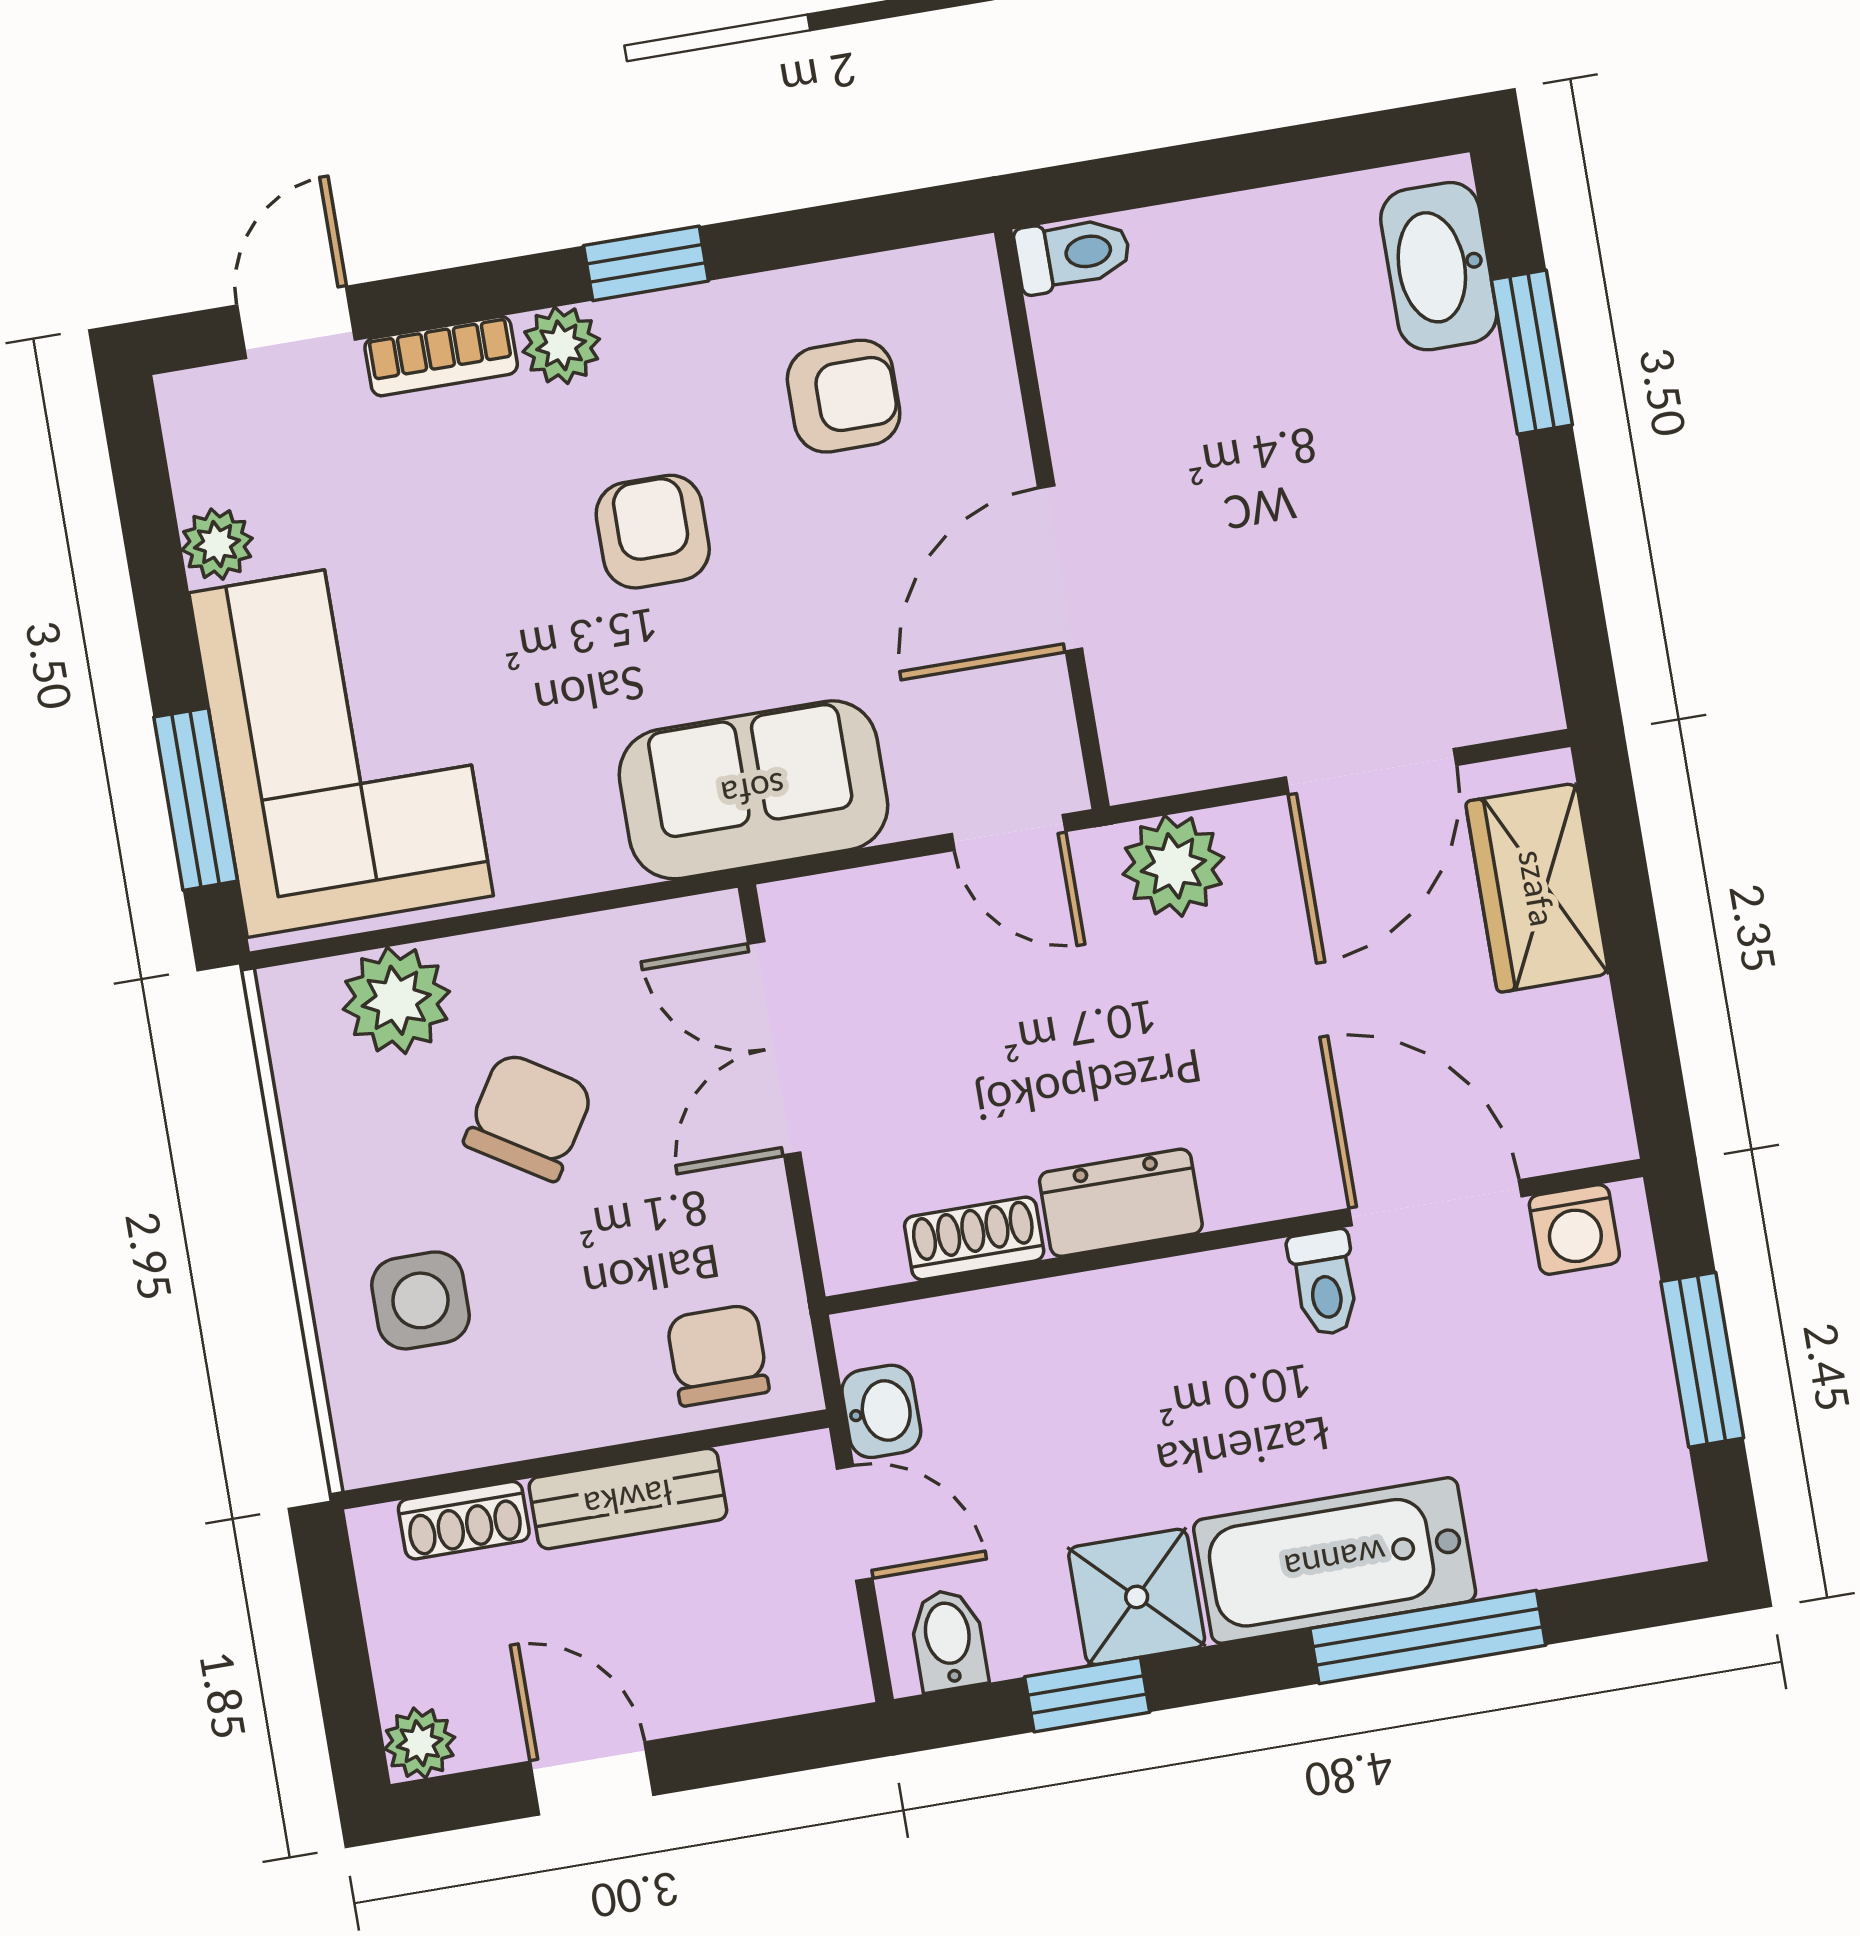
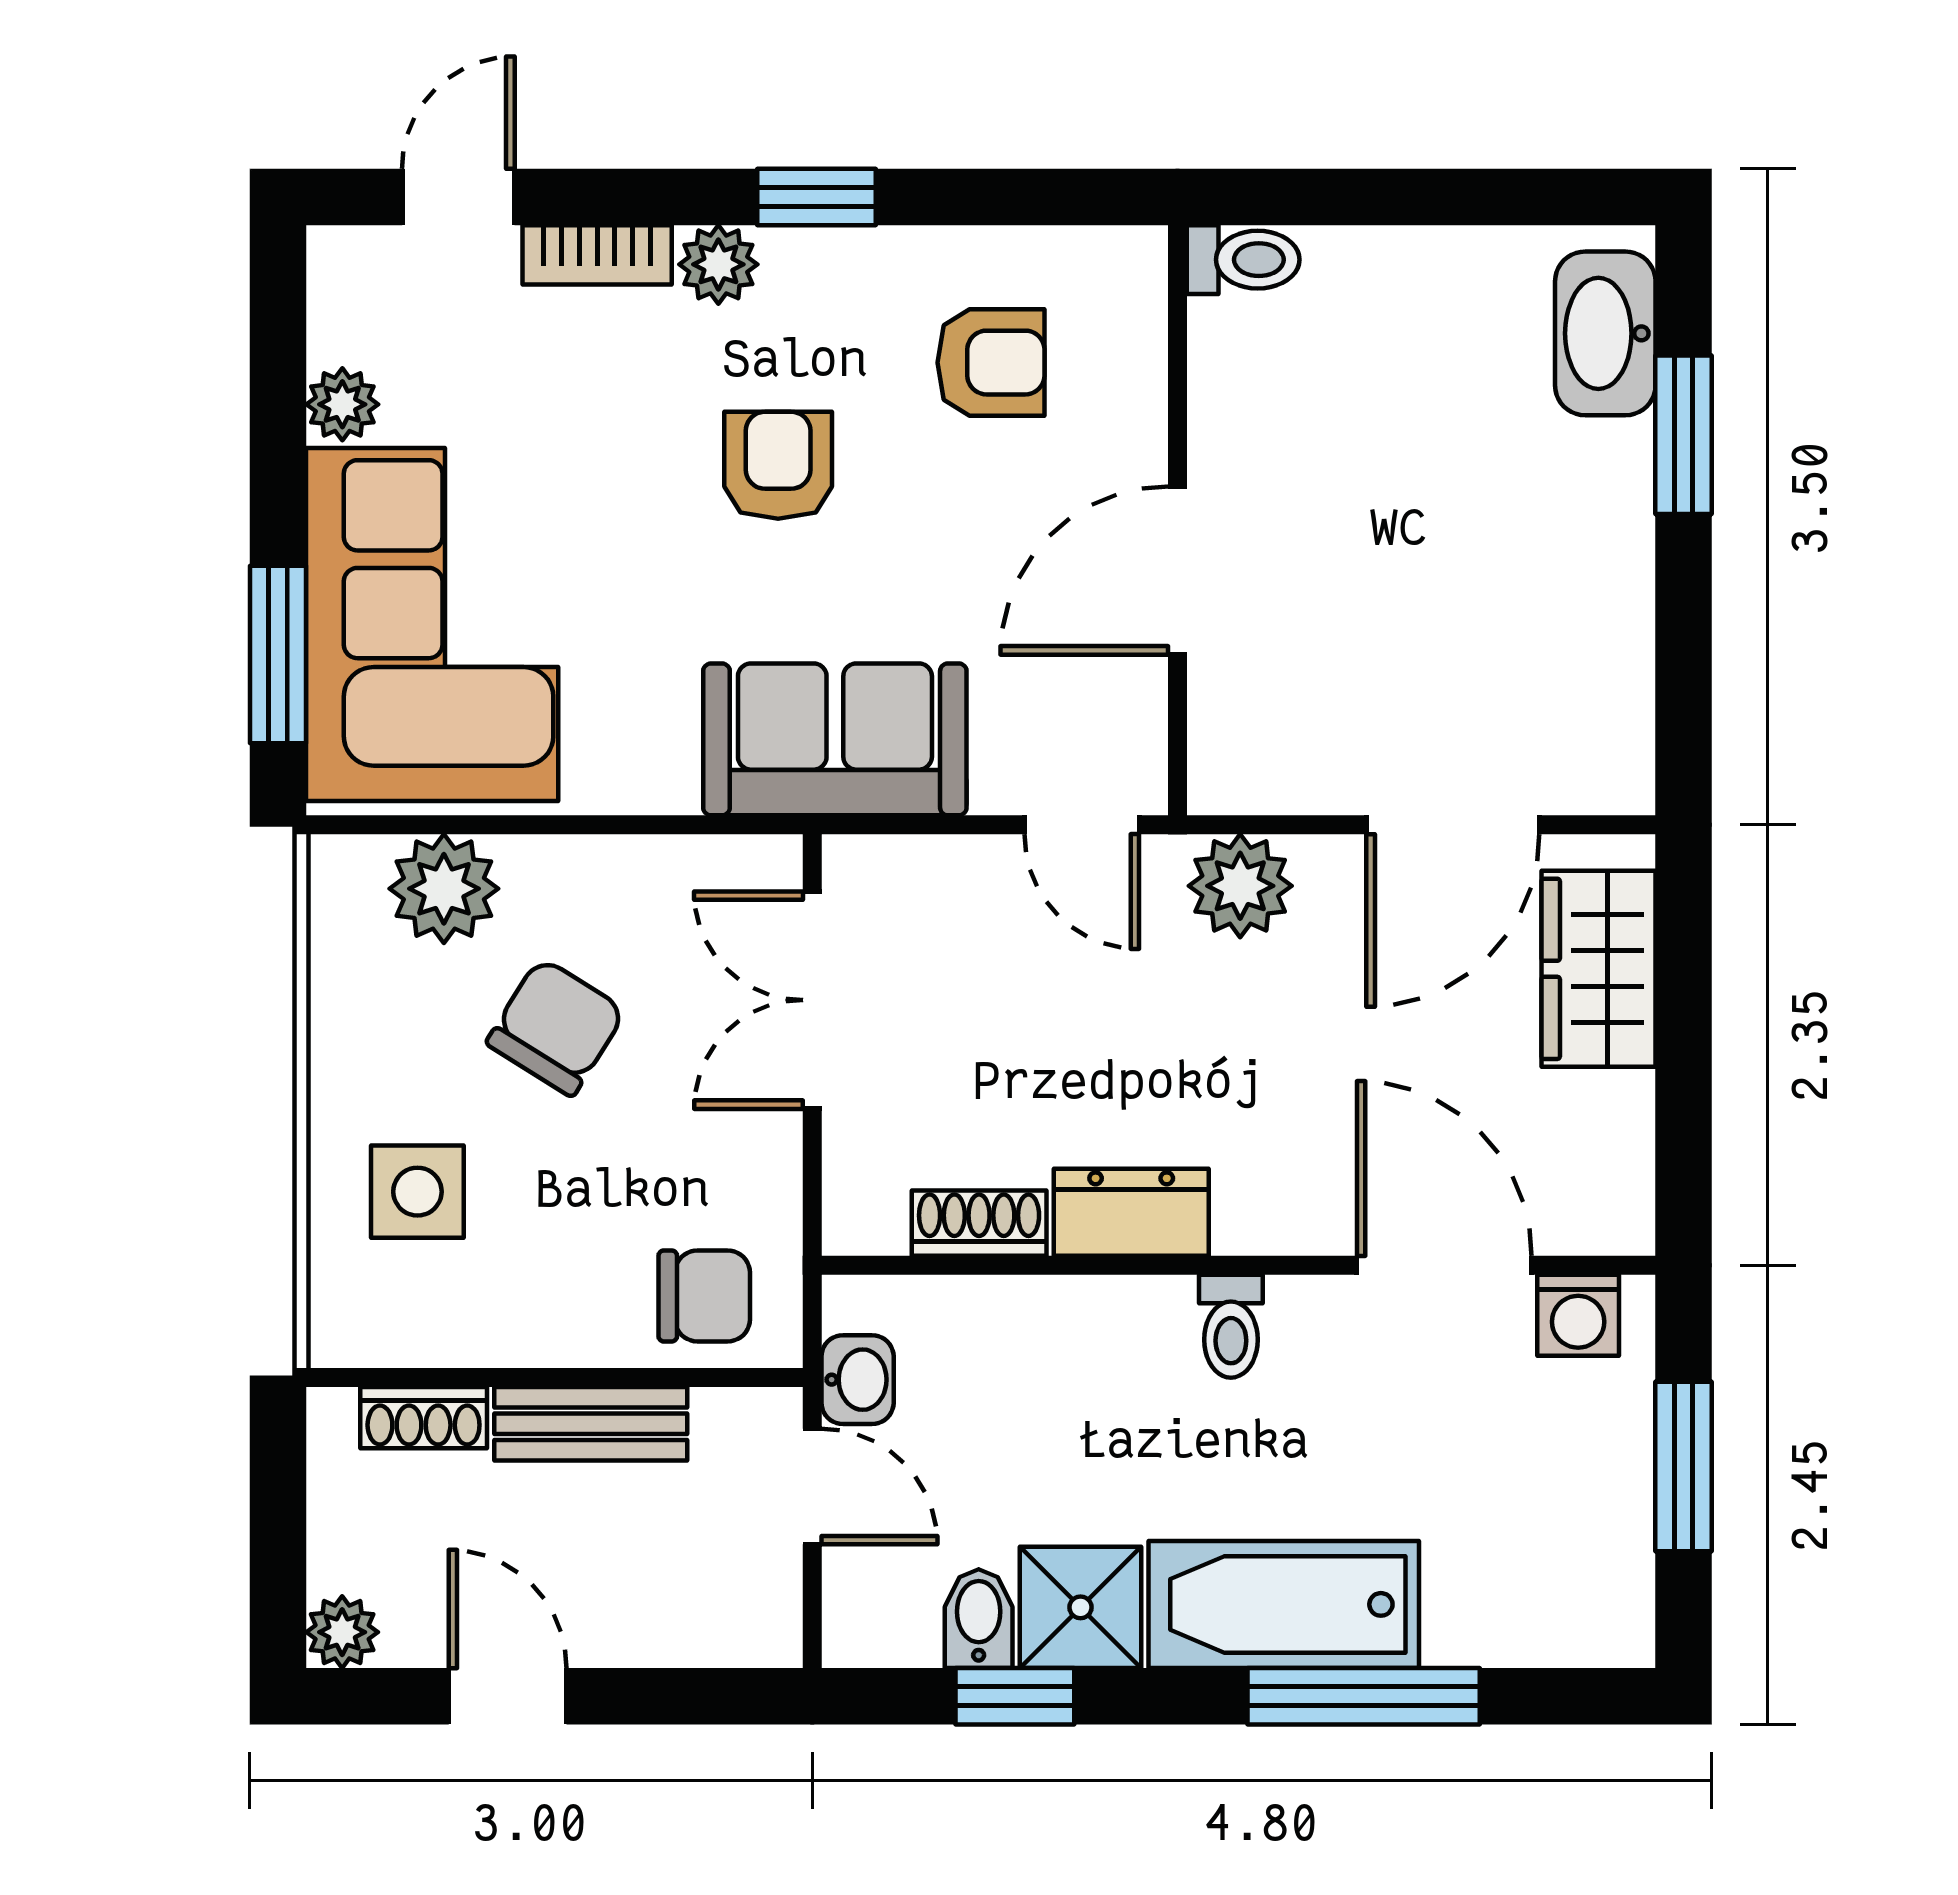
toilet: (1324, 1283) -> (1231, 1326), moved
chair: (718, 1355) -> (704, 1296), turned 90
bidet: (948, 1640) -> (979, 1619), moved

